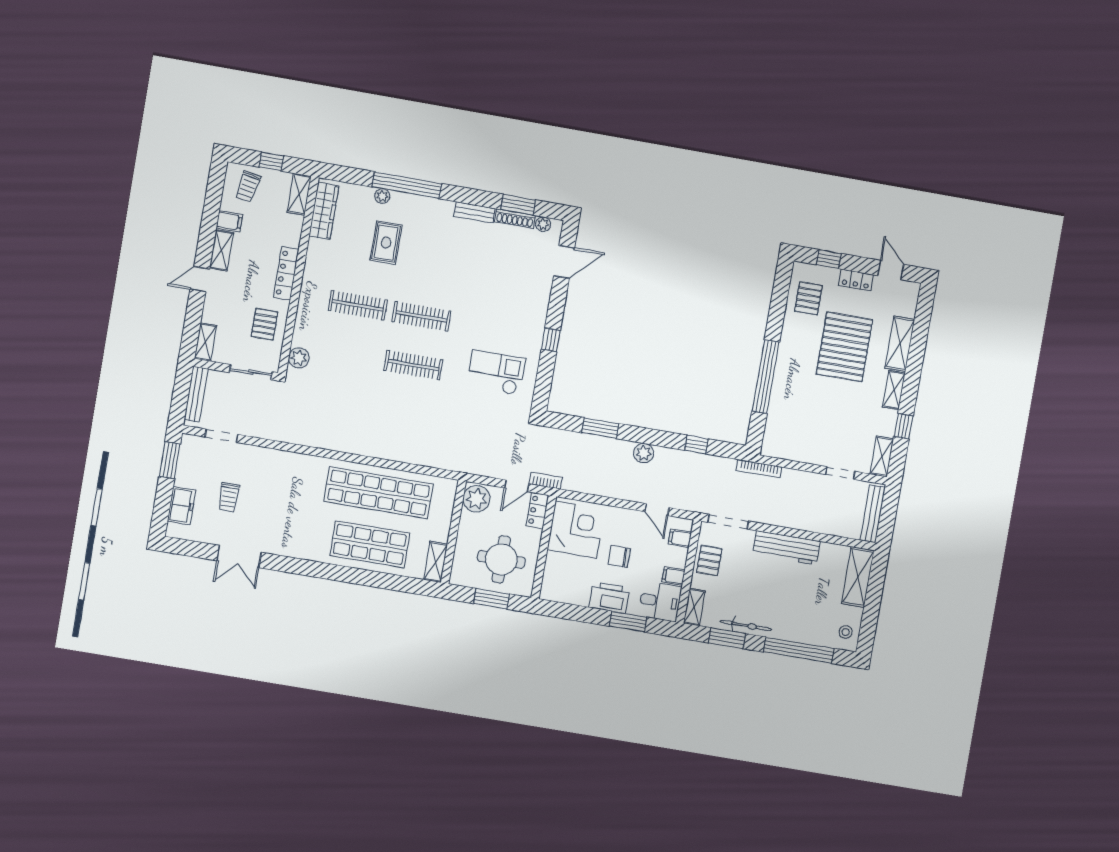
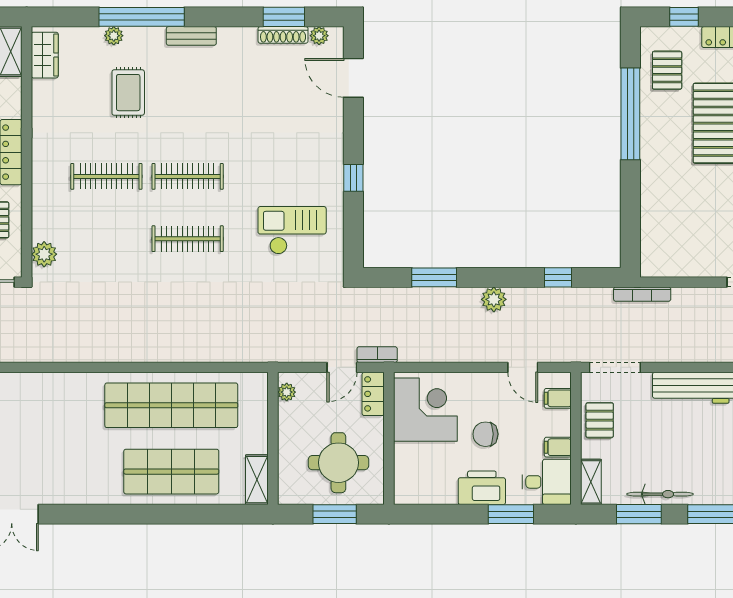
wardrobe: (324, 211) -> (45, 55), width x0.67
bench: (474, 212) -> (191, 36), moved
door: (564, 262) -> (353, 78), swing flipped
window: (766, 377) -> (630, 114), moved
plant: (477, 499) -> (287, 392), width x0.53, depth x0.53

